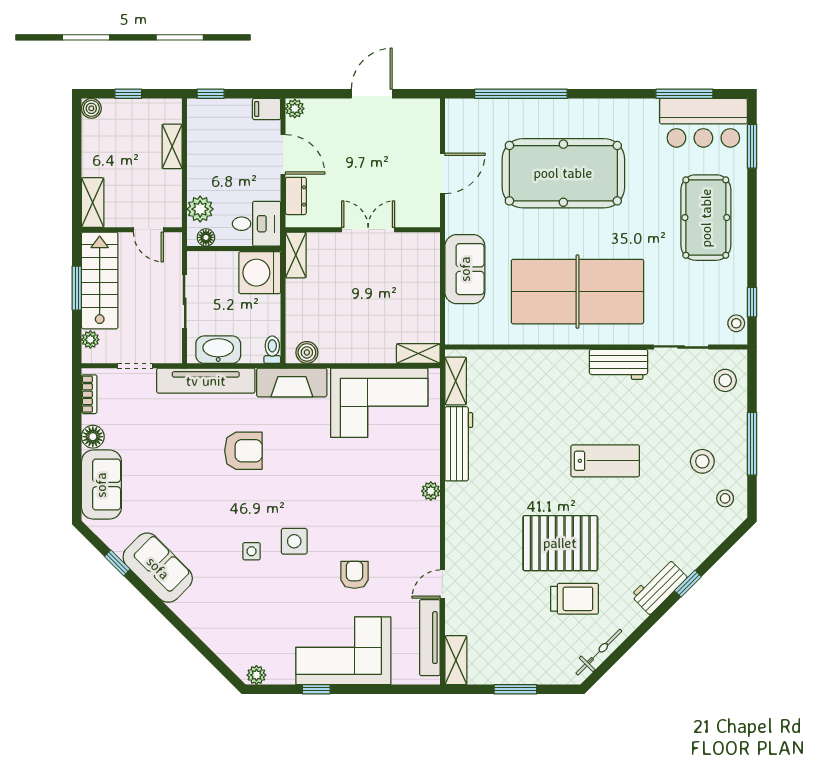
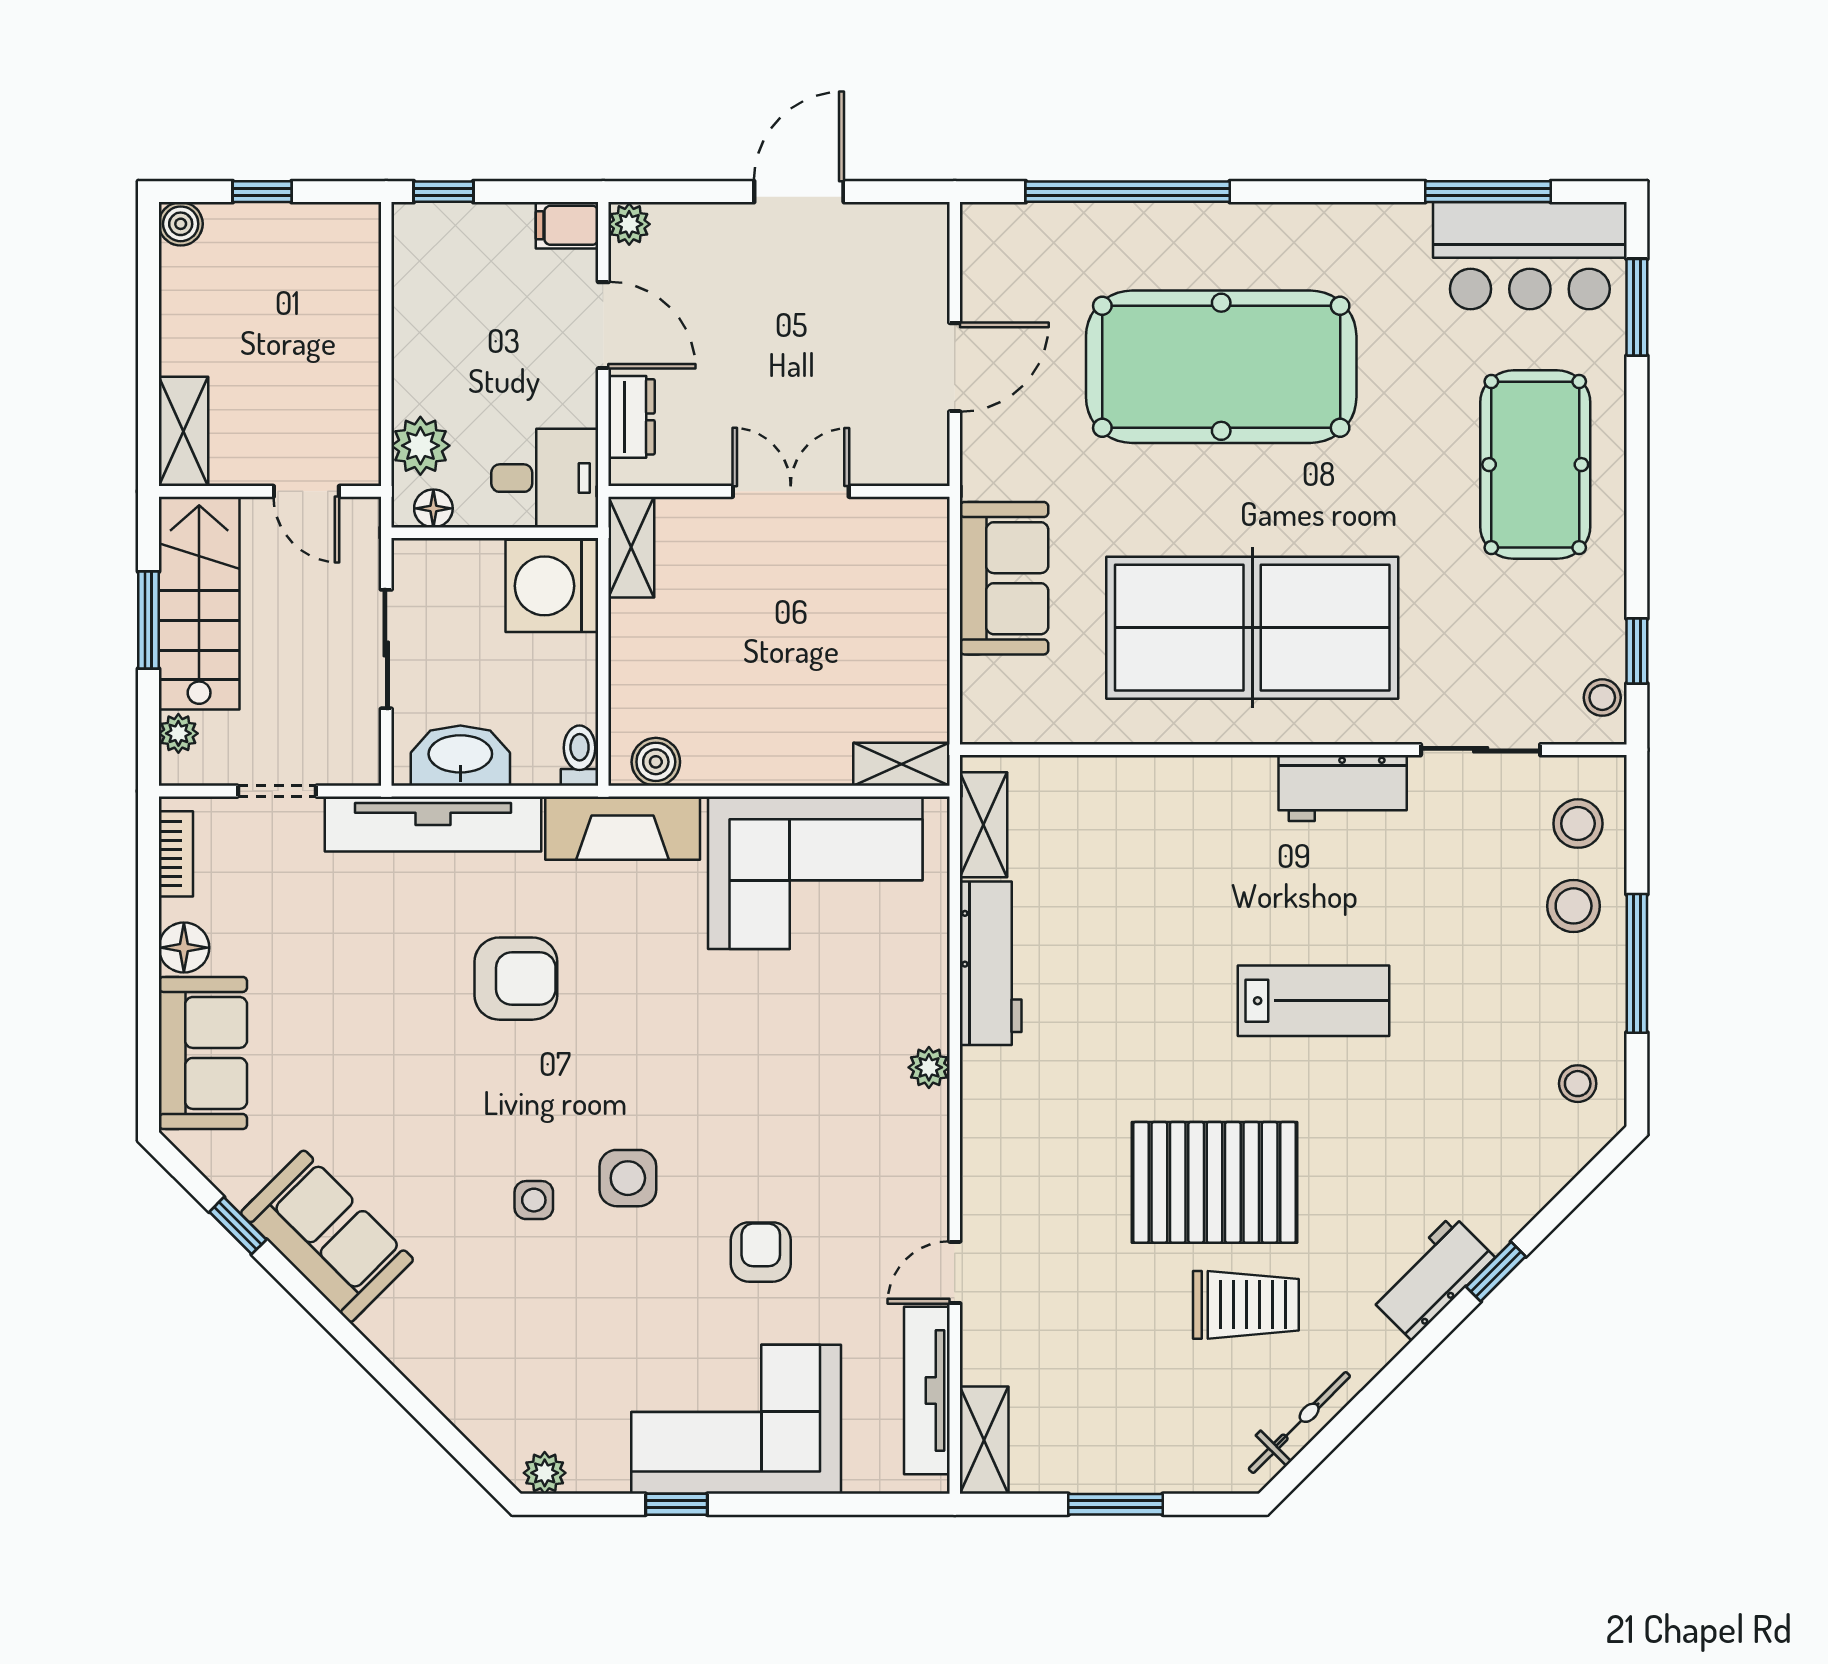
shelving: (172, 146) -> (359, 308), removed
stool: (702, 461) -> (1574, 906), moved

